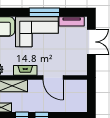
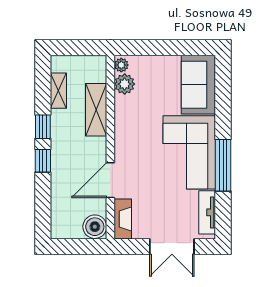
fireplace: (25, 70) -> (123, 219), moved
boiler: (80, 86) -> (95, 227), added

